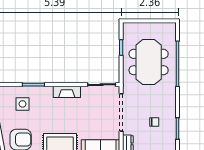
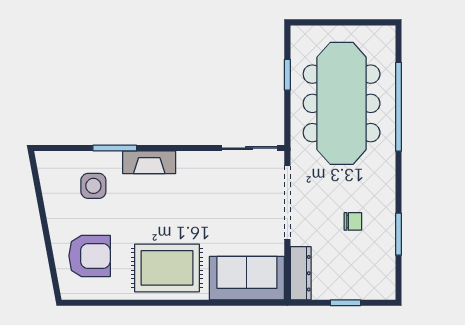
meeting table: (149, 62) -> (342, 103), width x1.36
fireplace: (67, 92) -> (149, 162), moved

